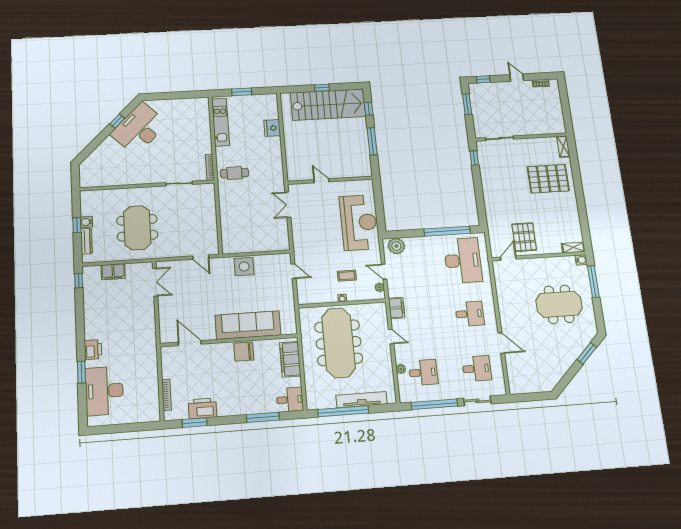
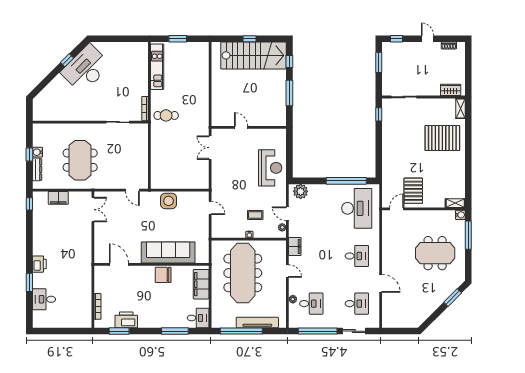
fridge: (272, 128) -> (202, 75), removed
wardrobe: (550, 128) -> (451, 90), added
reception desk: (359, 222) -> (270, 168), width x0.74, depth x0.77
desk: (104, 391) -> (44, 299), width x0.53, depth x0.77

